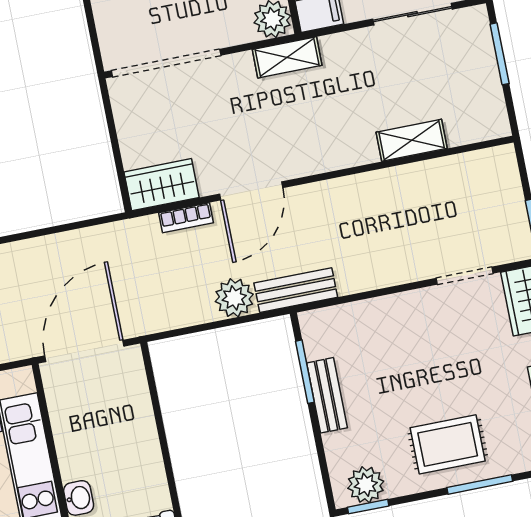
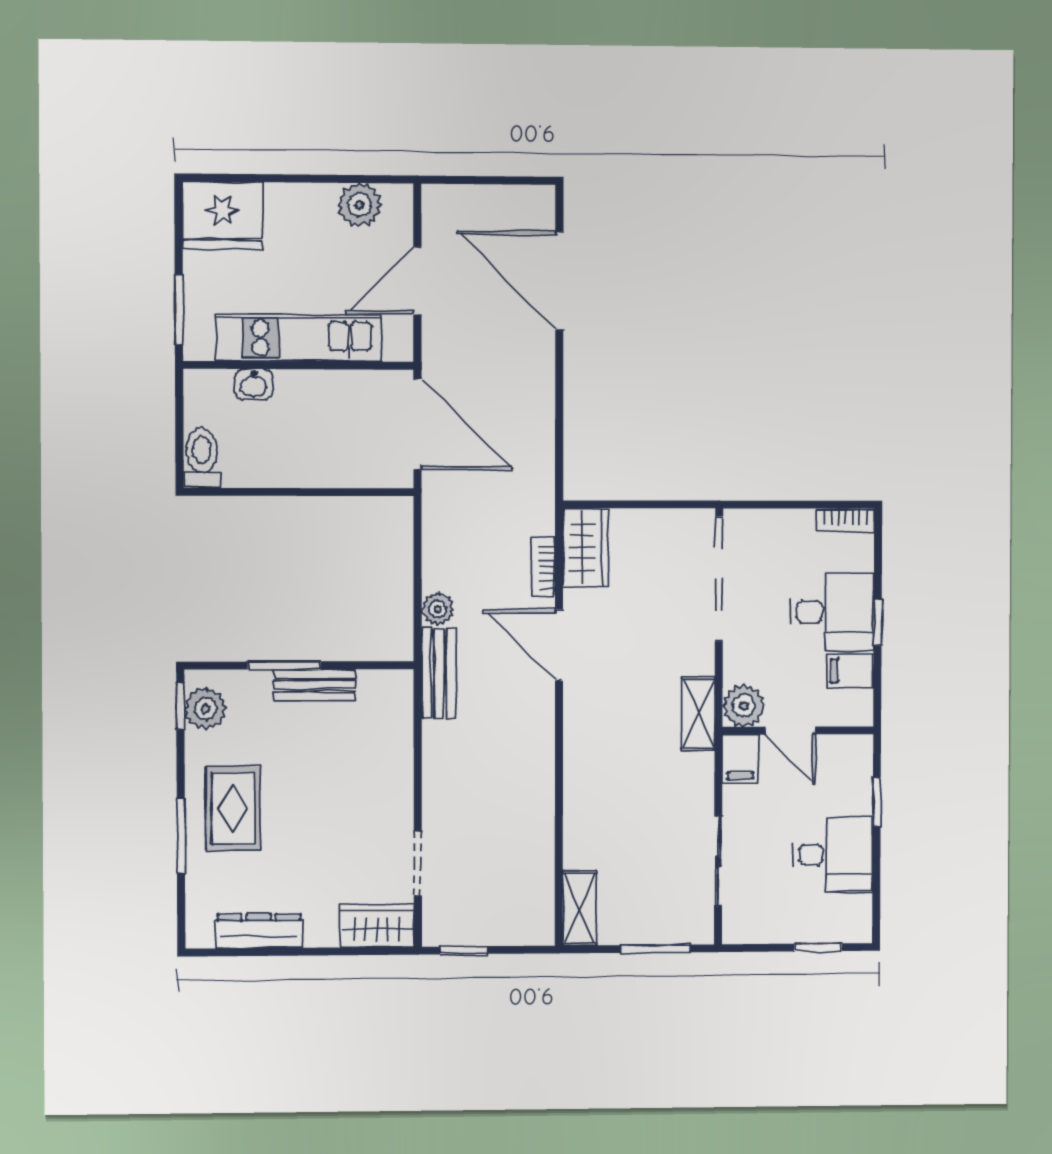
shelving: (412, 140) -> (579, 908), moved
plant: (234, 298) -> (438, 609), width x0.73, depth x0.73
window: (305, 372) -> (284, 665), moved

